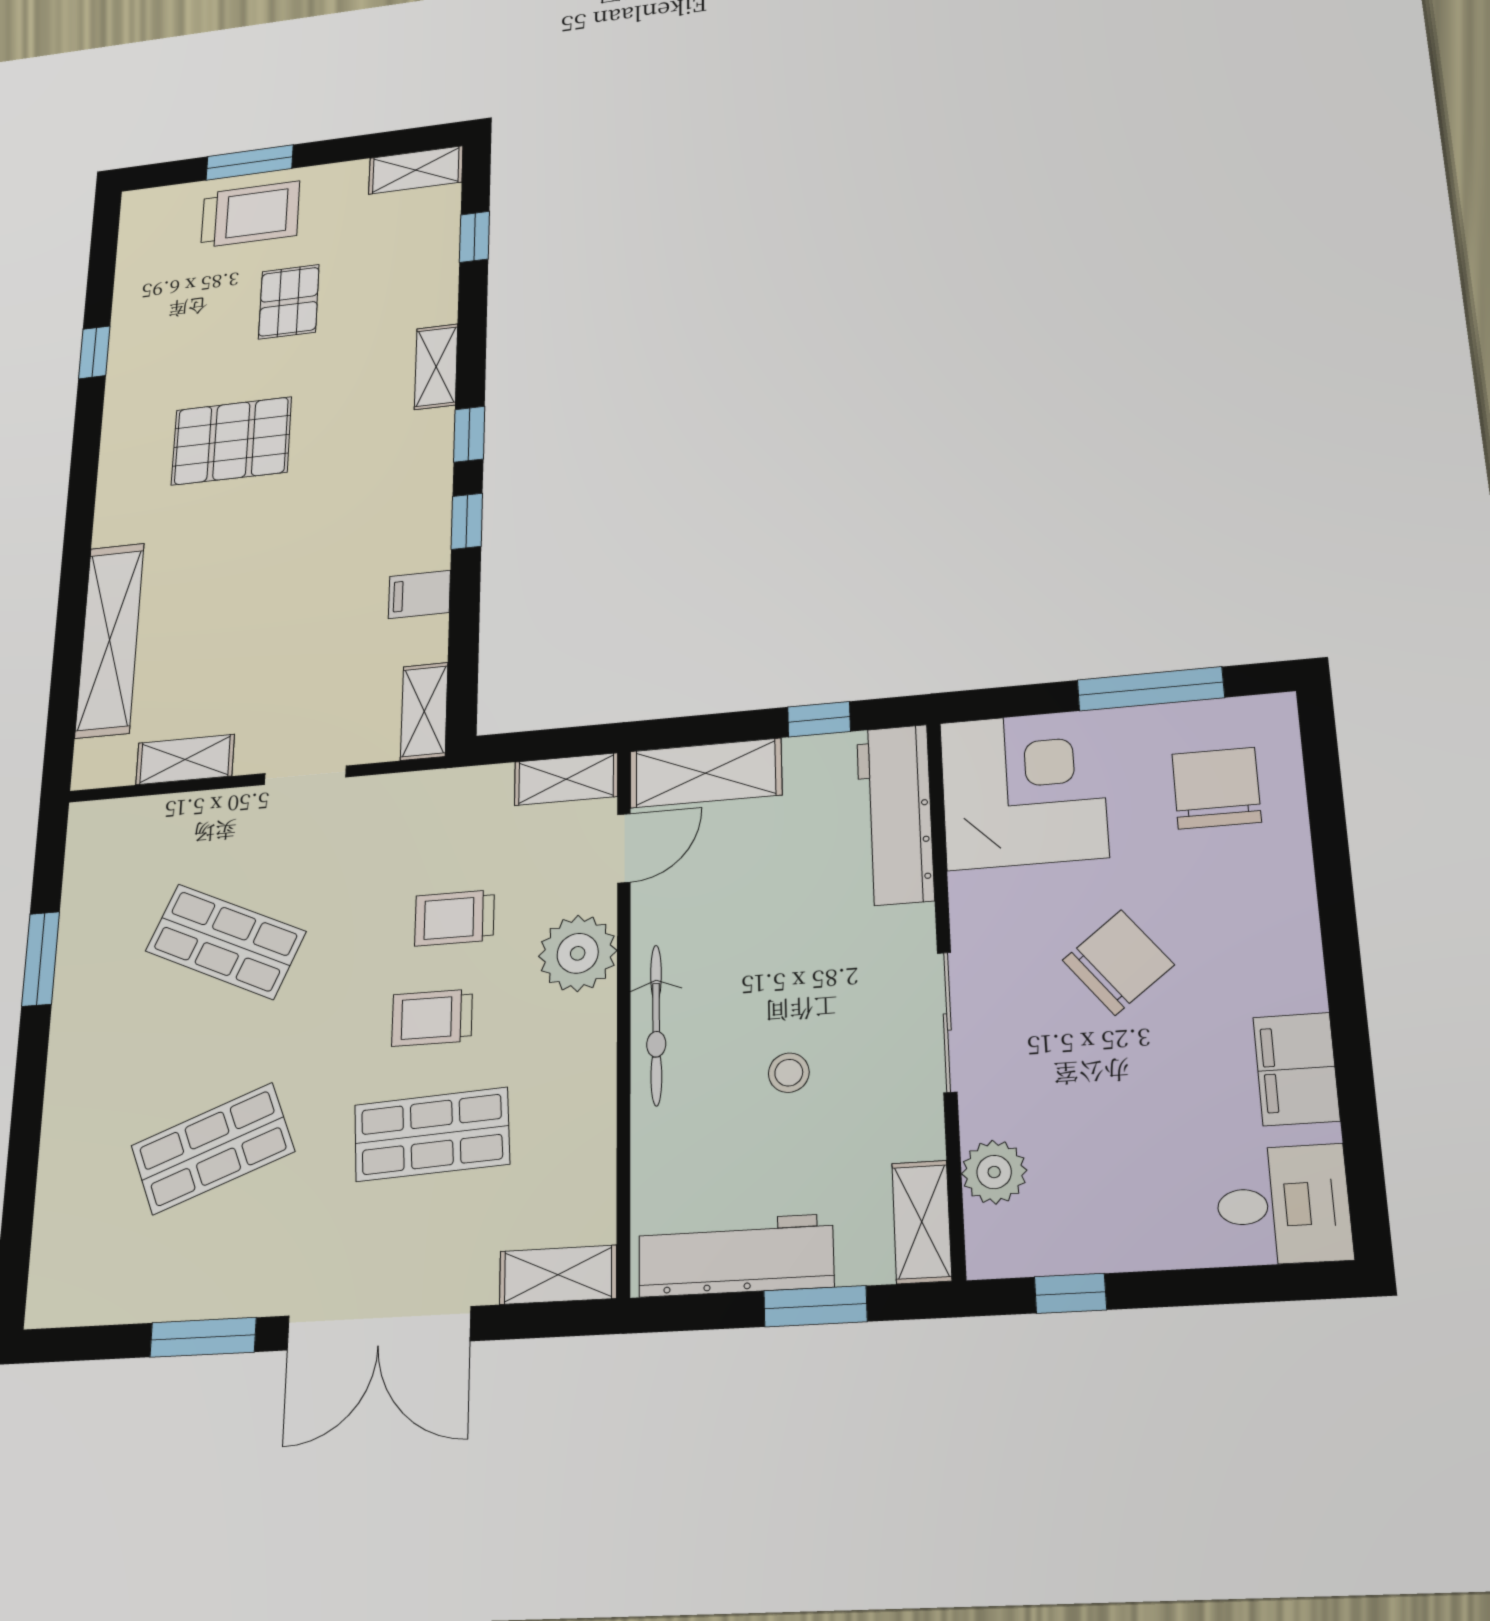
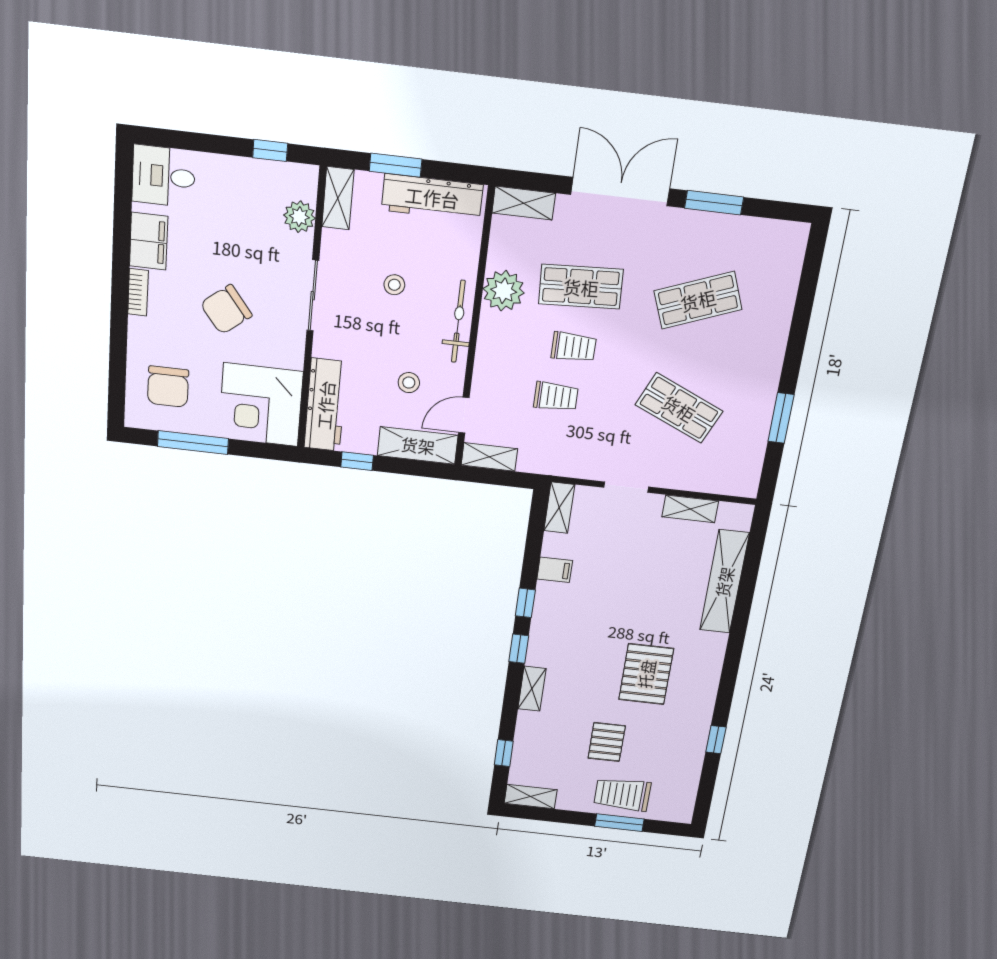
pallet: (231, 441) -> (646, 674), turned 90
stool: (737, 890) -> (409, 383), added
plant: (578, 953) -> (504, 291), moved
bookcase: (1304, 963) -> (138, 292), added

